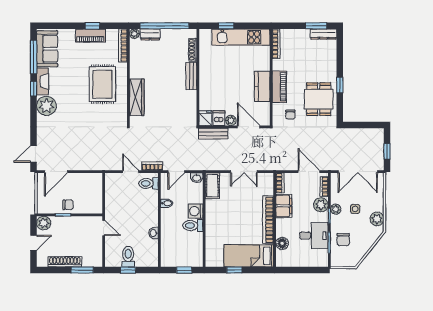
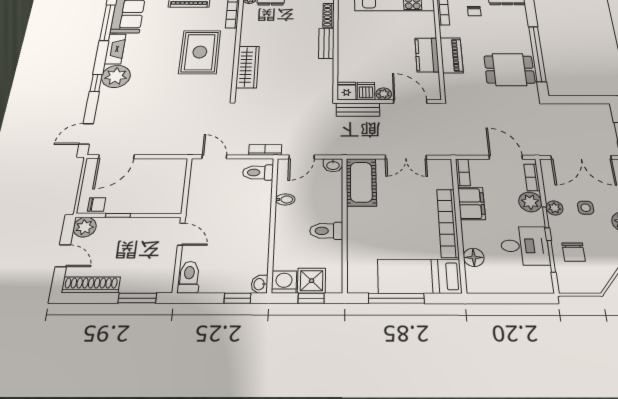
window: (340, 85) -> (537, 54), width x3.17
window: (34, 89) -> (96, 83), moved
dining table: (319, 99) -> (509, 69), turned 90
chair: (290, 114) -> (474, 11), moved
door: (131, 172) -> (214, 157), moved
cot: (212, 186) -> (361, 182), width x1.37, depth x1.34
chair: (68, 205) -> (97, 204), moved
washing machine: (196, 211) -> (284, 282), moved, turned 90
washbasin: (153, 233) -> (259, 284), moved
door: (34, 243) -> (63, 256), hinge flipped
toilet: (128, 257) -> (189, 277), moved
shower: (184, 259) -> (312, 281), added
shoe rack: (65, 262) -> (91, 285), moved
window: (128, 270) -> (237, 298), moved
window: (234, 270) -> (396, 298), width x2.17

